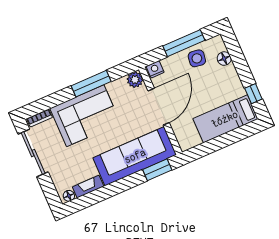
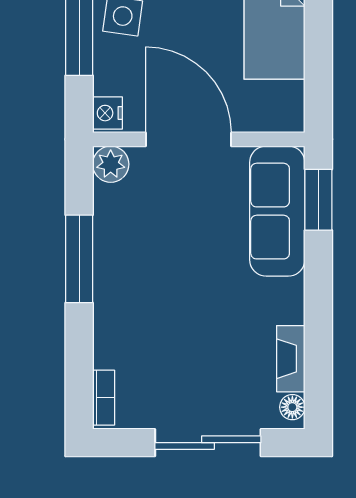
corner sofa: (85, 116) -> (140, 300), removed
sliding door: (33, 153) -> (208, 443), moved
sofa: (135, 156) -> (277, 211), width x0.74, depth x0.79

